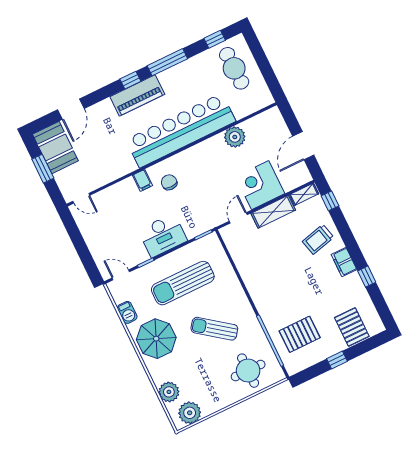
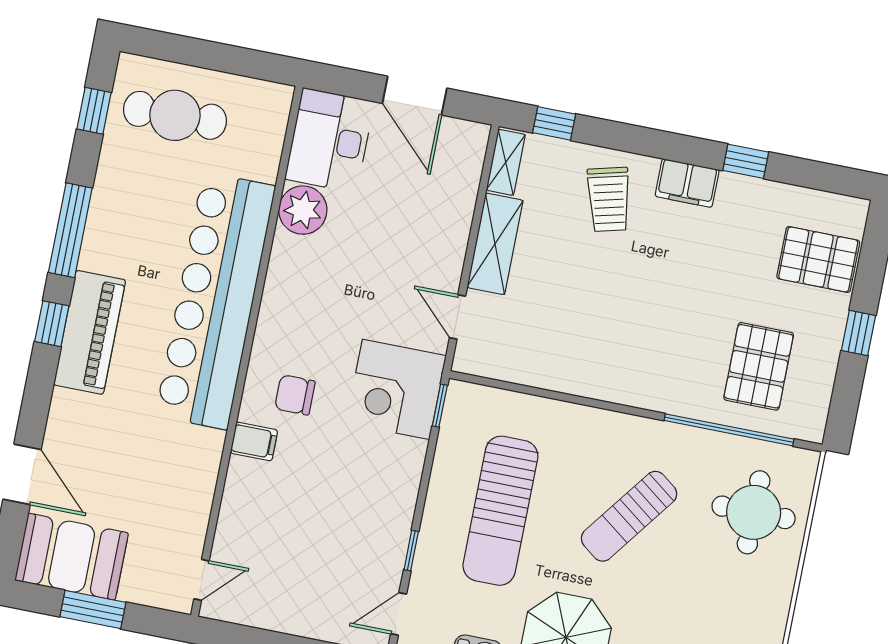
corner desk: (260, 185) -> (396, 389), moved
desk: (163, 235) -> (330, 140), moved, turned 180

